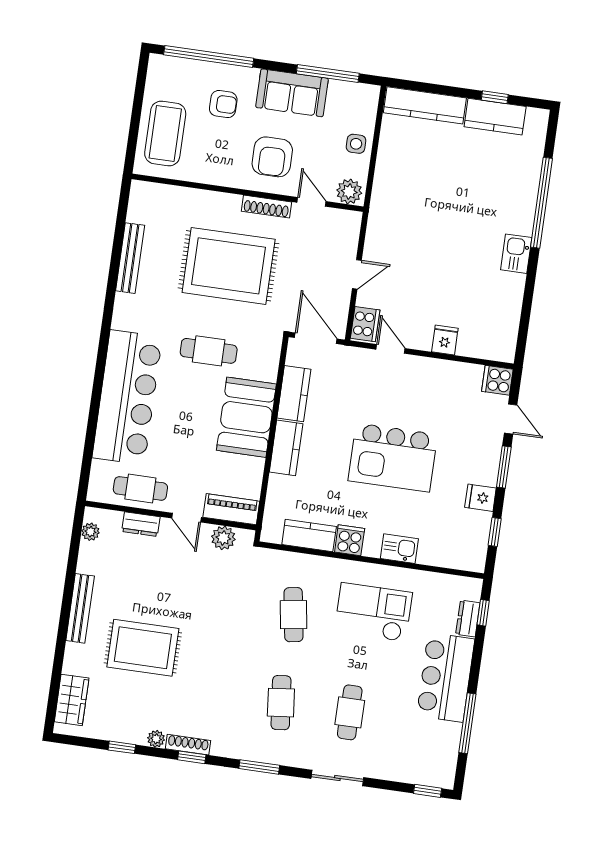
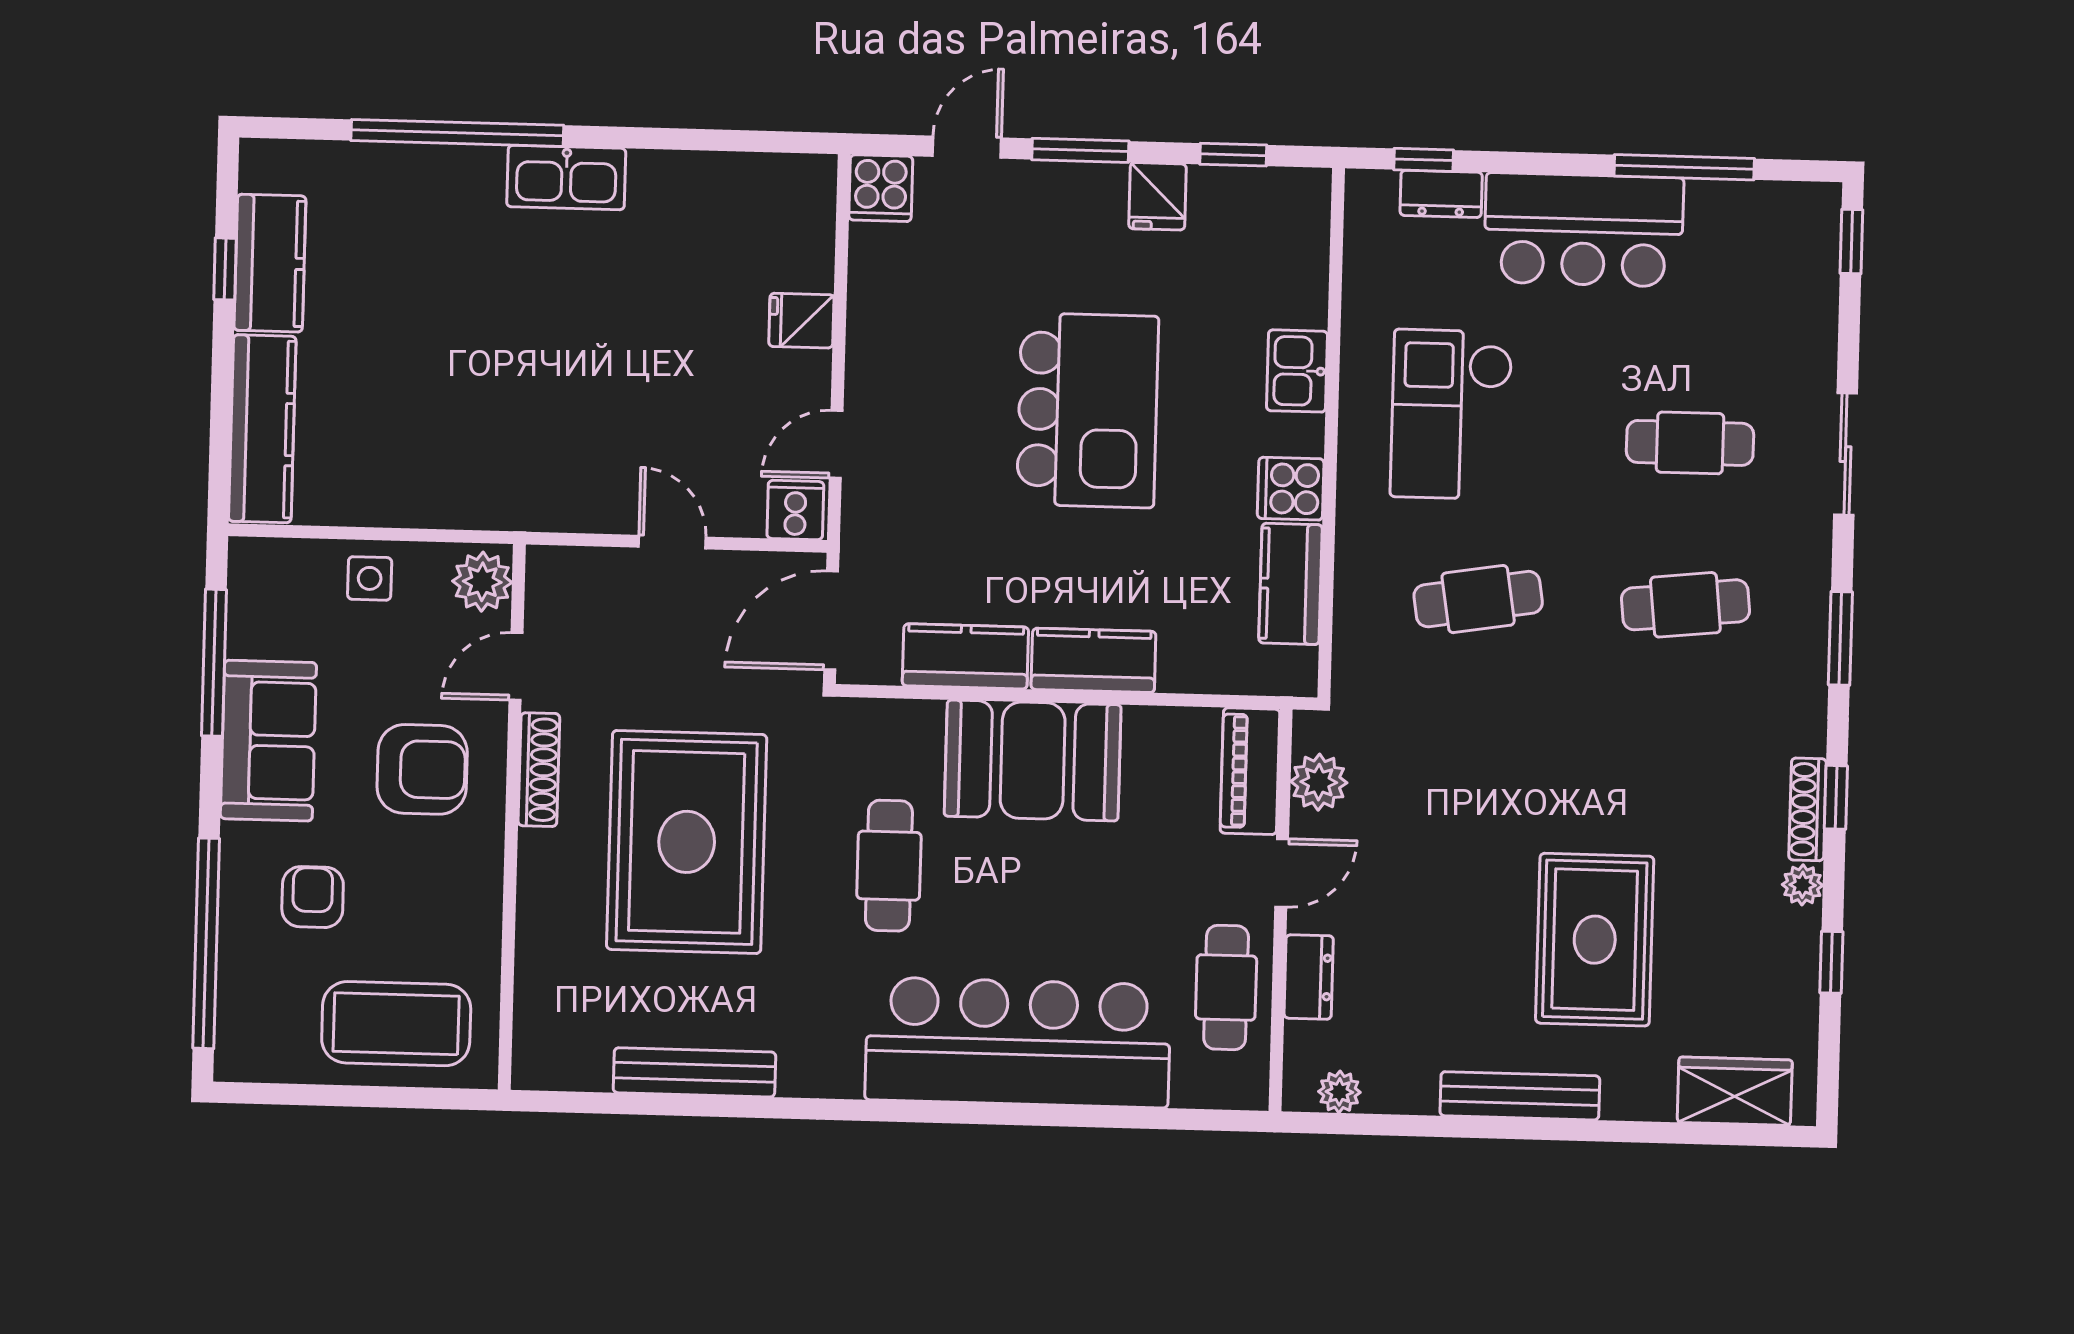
kitchen sink: (516, 254) -> (566, 178), width x1.38
cooker: (365, 324) -> (795, 510), width x0.73

